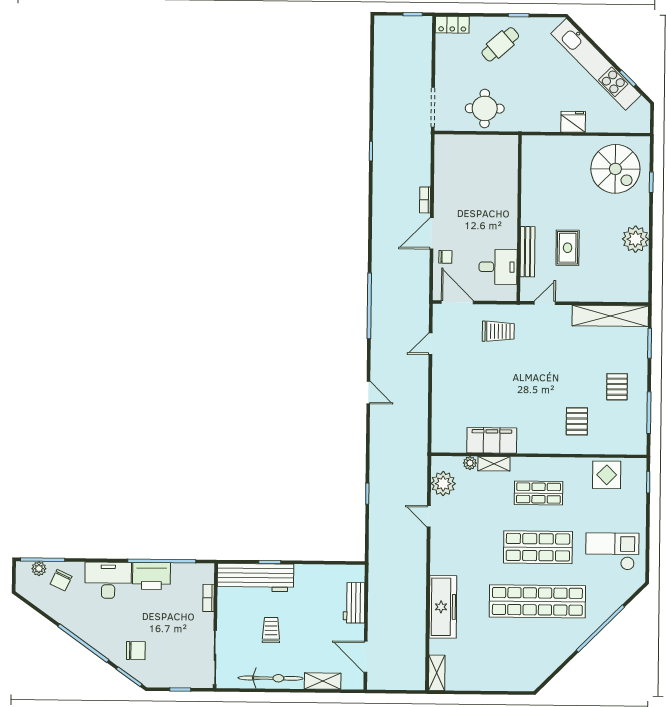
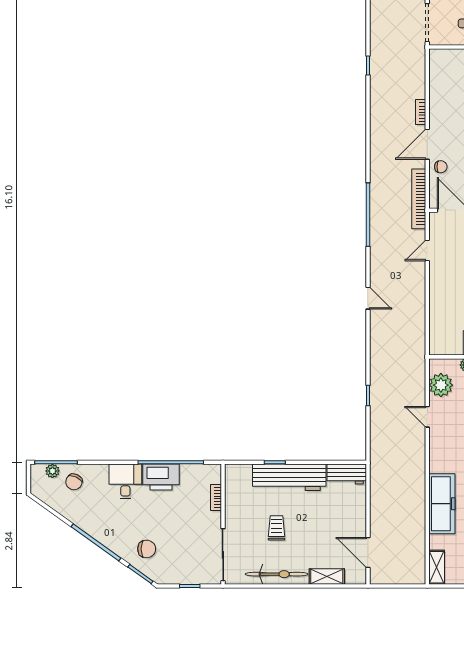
bookcase: (422, 290) -> (419, 199), added
workbench: (256, 577) -> (289, 477), moved
desk: (108, 580) -> (125, 481), width x0.73
workbench: (354, 603) -> (347, 474), moved, turned -90

